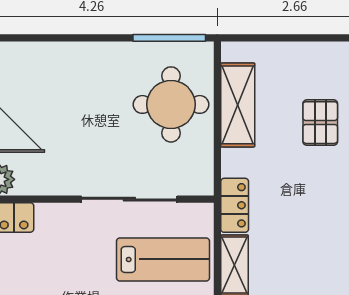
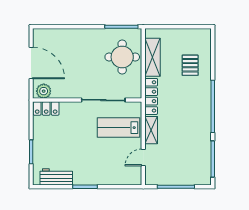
locker: (235, 205) -> (151, 96), width x1.53
lab bench: (163, 259) -> (119, 128), turned 180

